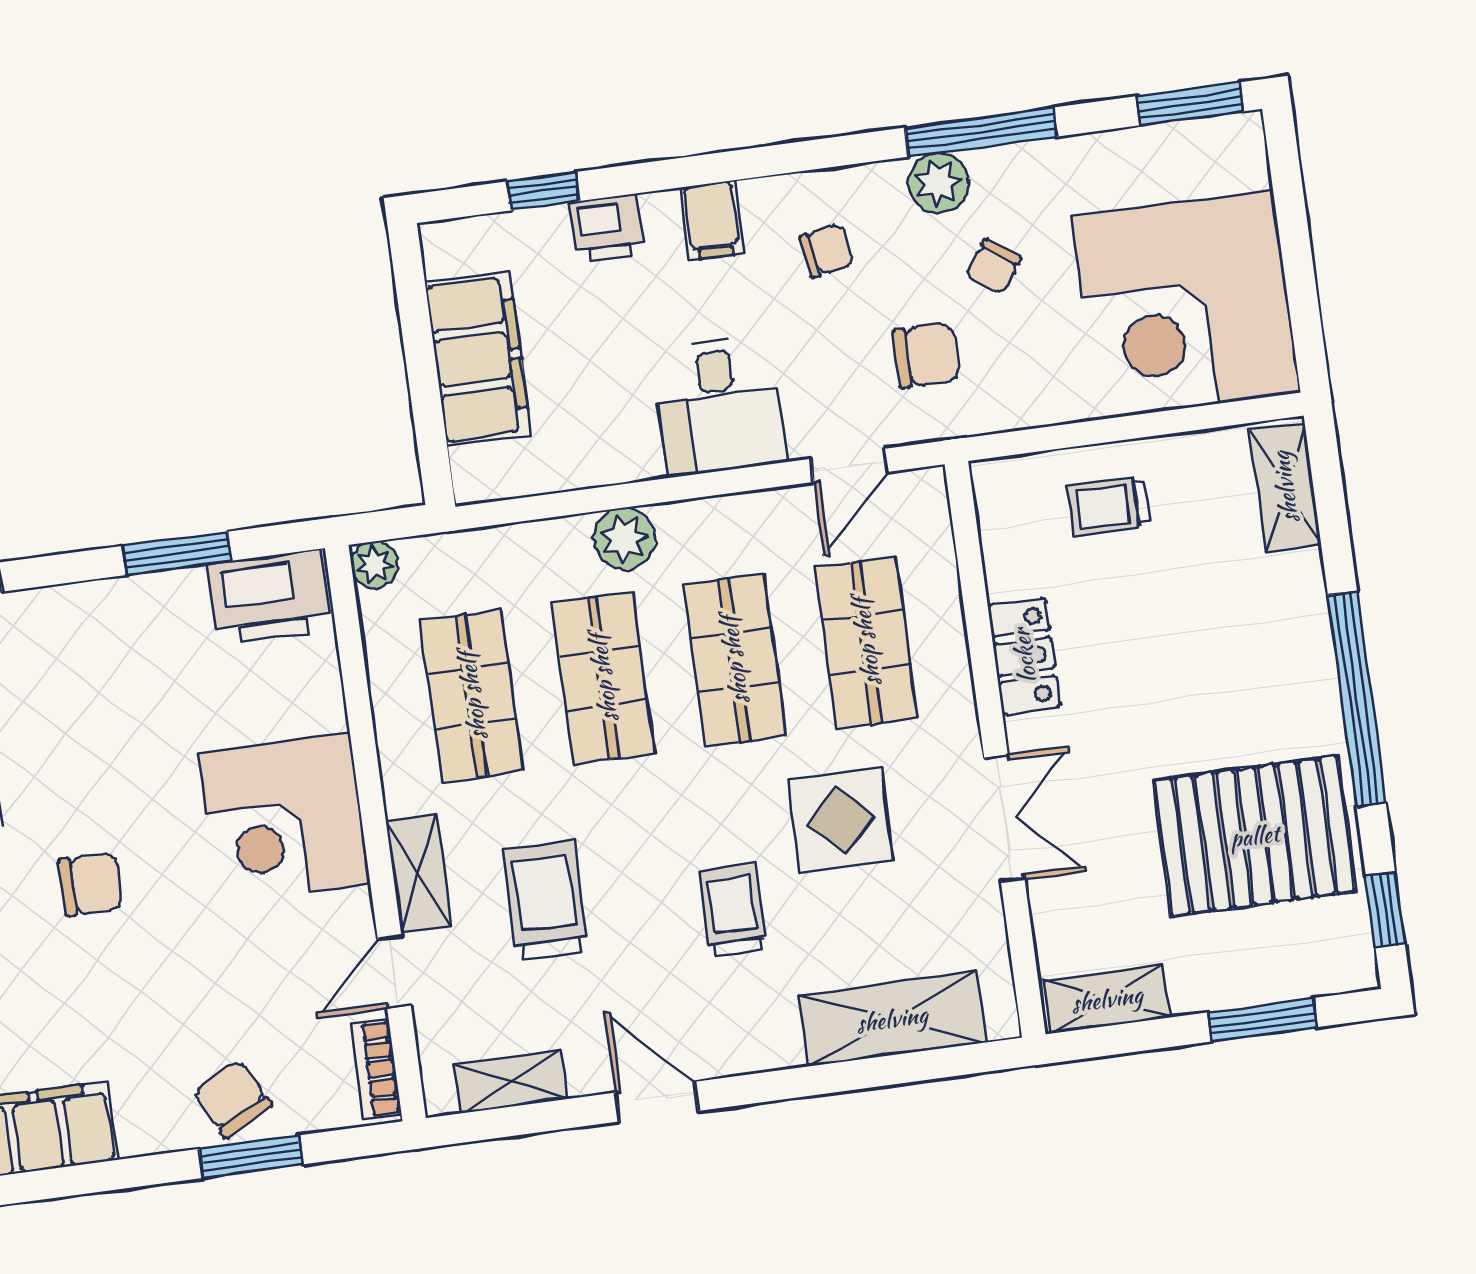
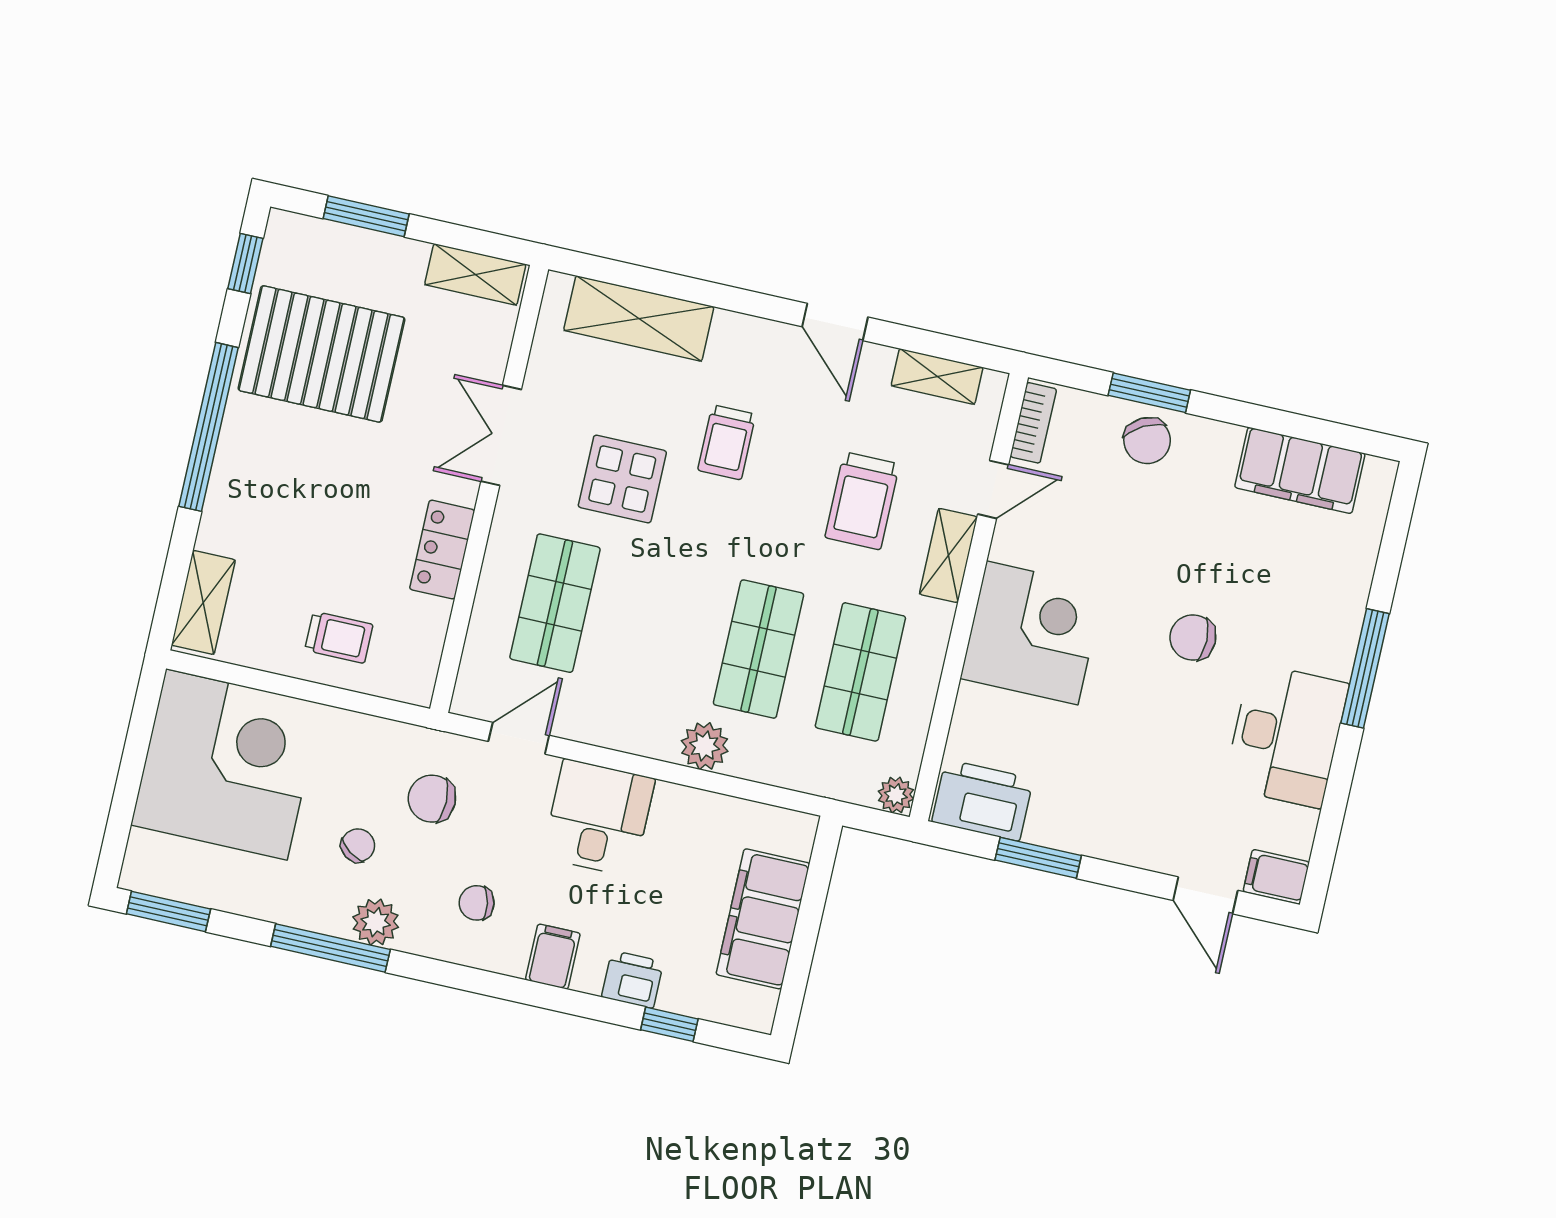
shop shelf: (734, 660) -> (657, 626), removed

